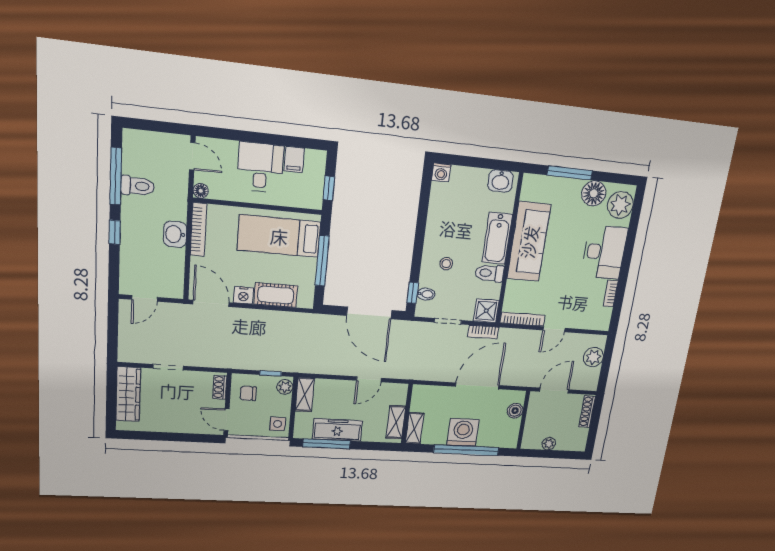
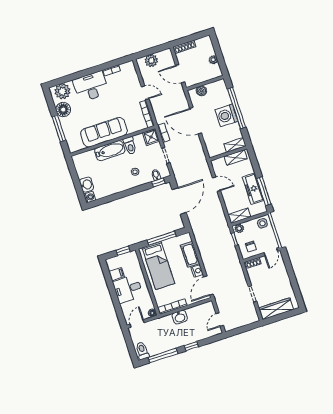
washbasin: (501, 181) -> (87, 185), moved
toilet: (138, 186) -> (142, 351), moved
door: (145, 298) -> (220, 320), swing flipped

